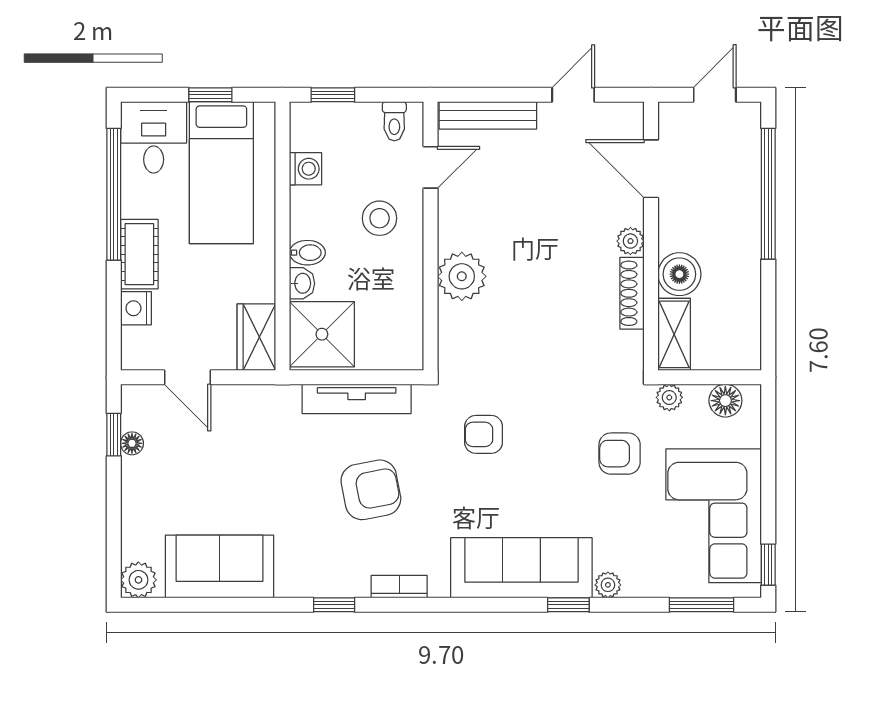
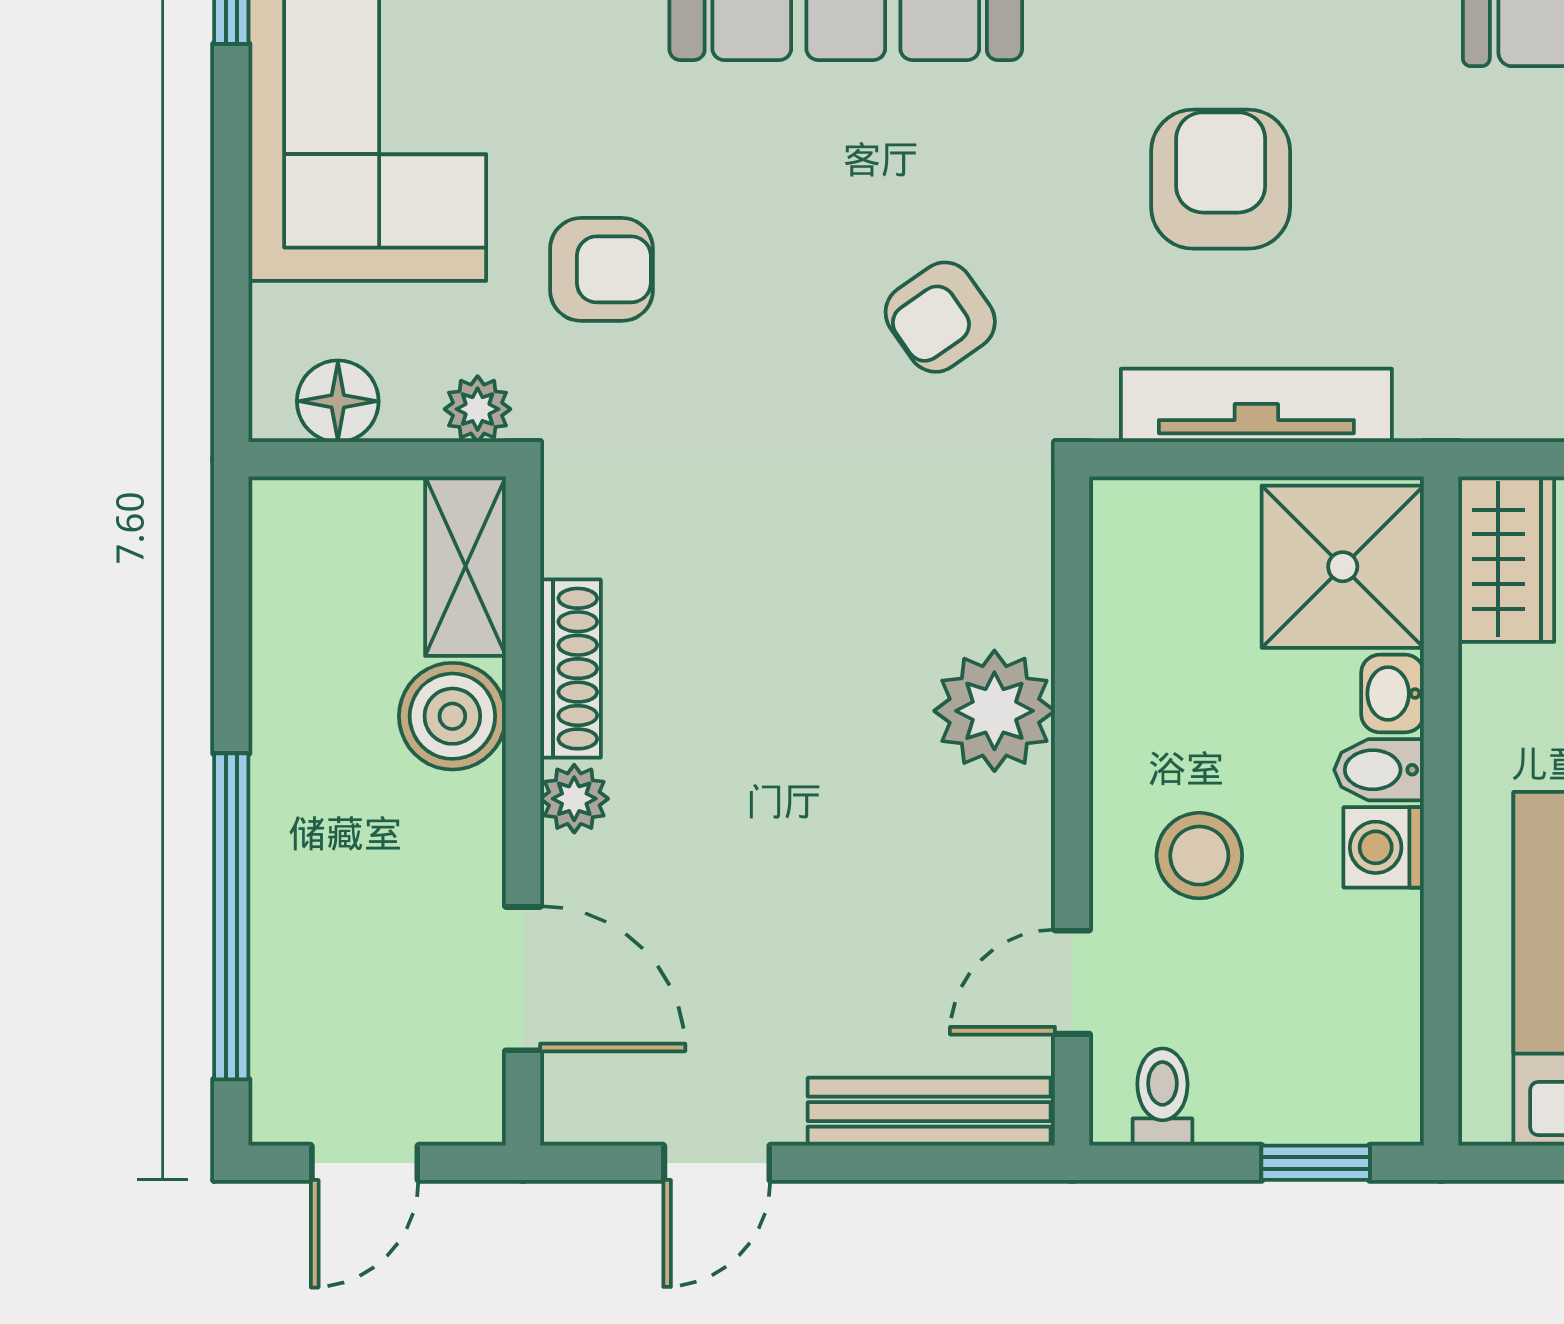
washing machine: (305, 169) -> (1384, 847), moved
armchair: (484, 434) -> (940, 317), turned 145
armchair: (371, 490) -> (1221, 179), turned 101

